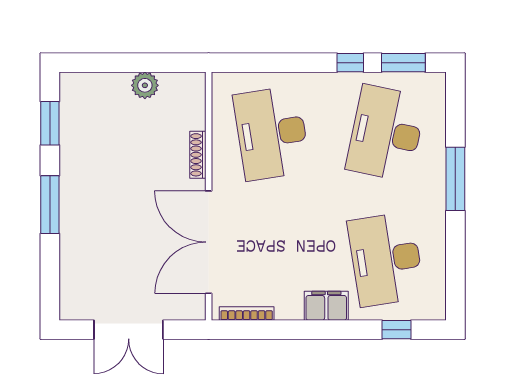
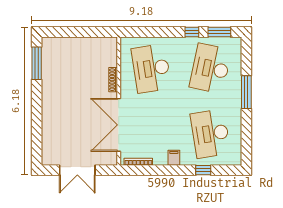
plant: (145, 85) -> (86, 44), removed
window: (50, 123) -> (37, 63), width x1.44
window: (50, 205) -> (37, 105), removed
filing cabinet: (326, 306) -> (174, 158), width x0.50
window: (397, 330) -> (203, 170), moved

